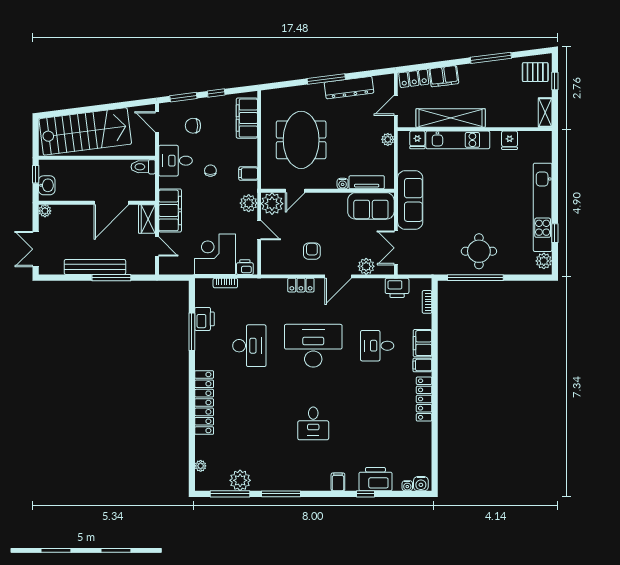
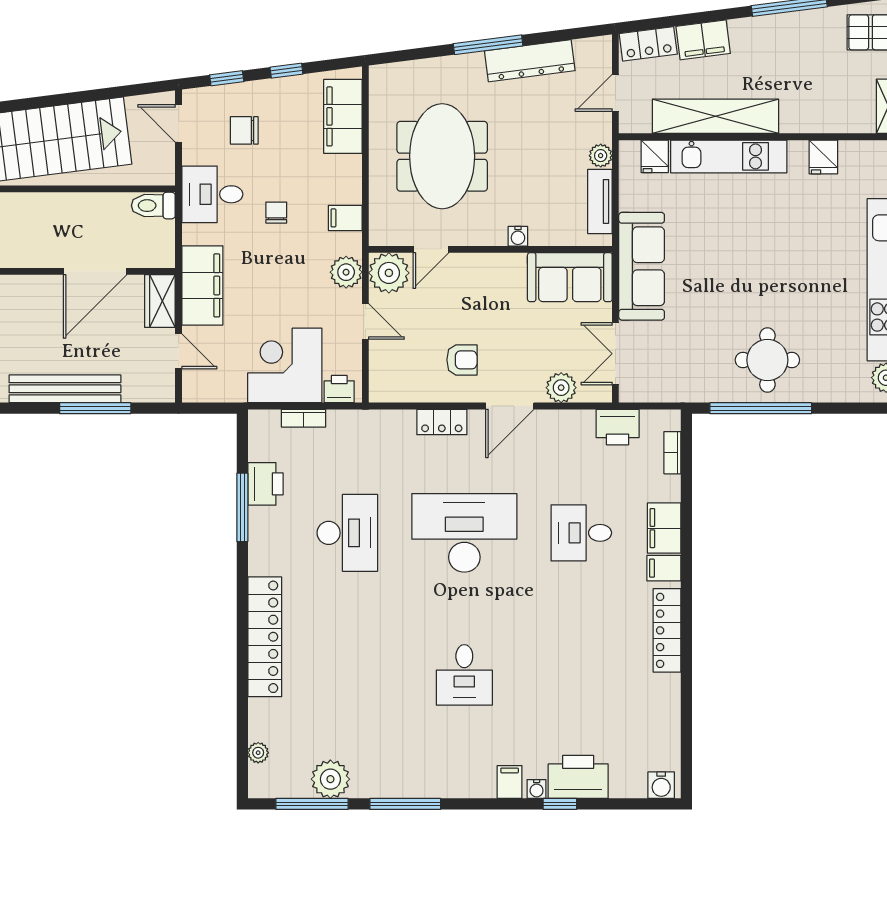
window: (183, 97) -> (227, 78), width x0.67
tv unit: (367, 182) -> (600, 201), moved, turned -90
armchair: (312, 251) -> (462, 360), turned 90
water cooler: (407, 486) -> (537, 789), moved

